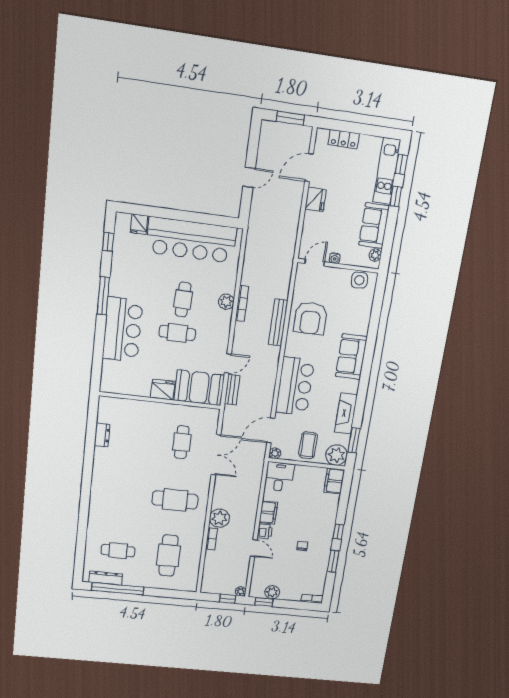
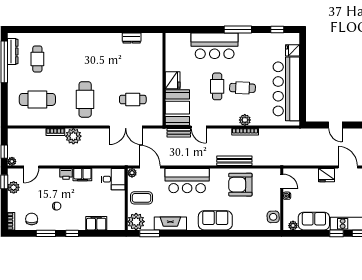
filing cabinet: (334, 481) -> (96, 223), moved
door: (254, 548) -> (31, 167), moved
chair: (313, 576) -> (32, 219), added

